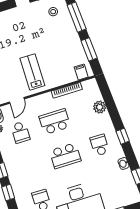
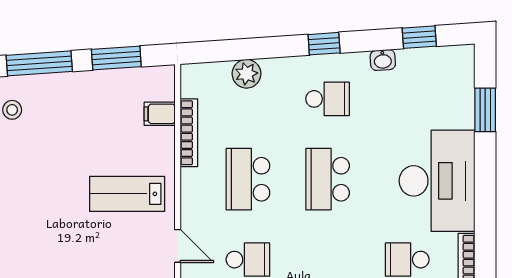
filing cabinet: (81, 72) -> (160, 114), moved
school desk: (100, 145) -> (328, 99), turned 180
school desk: (65, 156) -> (328, 179), turned 180

